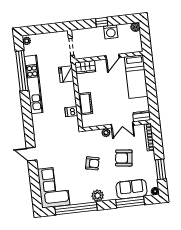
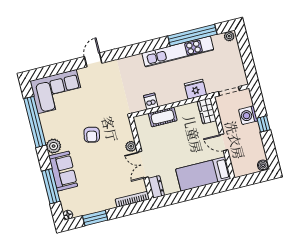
washing machine: (111, 32) -> (248, 115), moved
armchair: (124, 158) -> (103, 172), removed
sofa: (131, 189) -> (63, 171), moved

